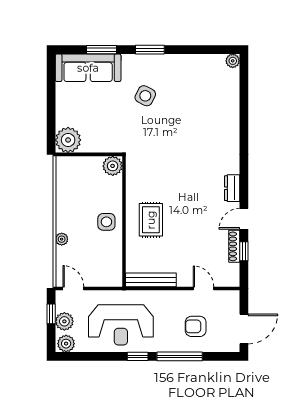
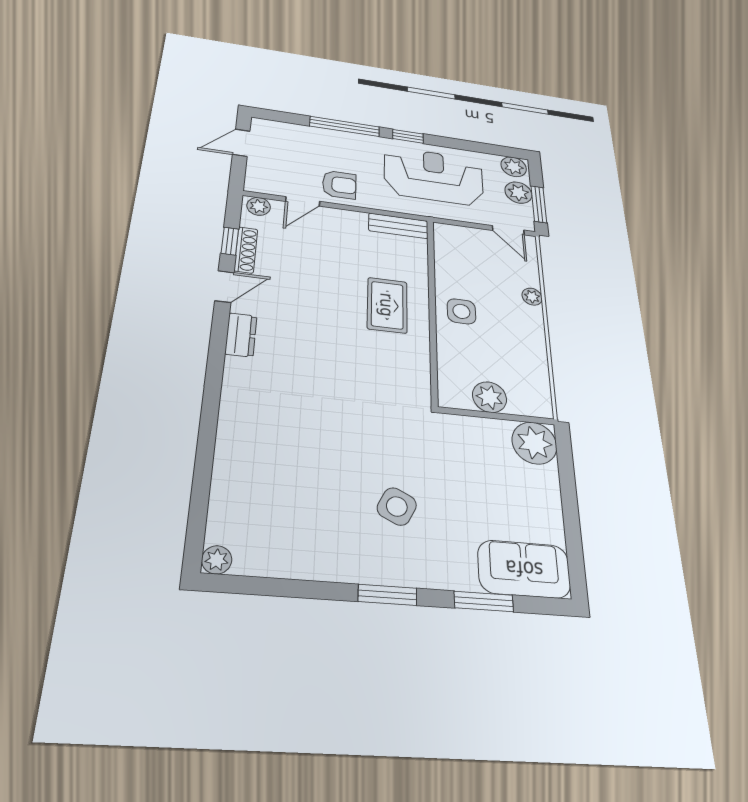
sofa: (88, 68) -> (524, 569), width x0.73
plant: (113, 166) -> (490, 397), moved
bench: (151, 280) -> (398, 226), width x0.73
plant: (229, 280) -> (259, 206), added
door: (204, 289) -> (303, 201), hinge flipped
window: (51, 314) -> (539, 204), width x1.50
armchair: (196, 326) -> (339, 185), moved
door: (244, 329) -> (241, 143), width x0.73

